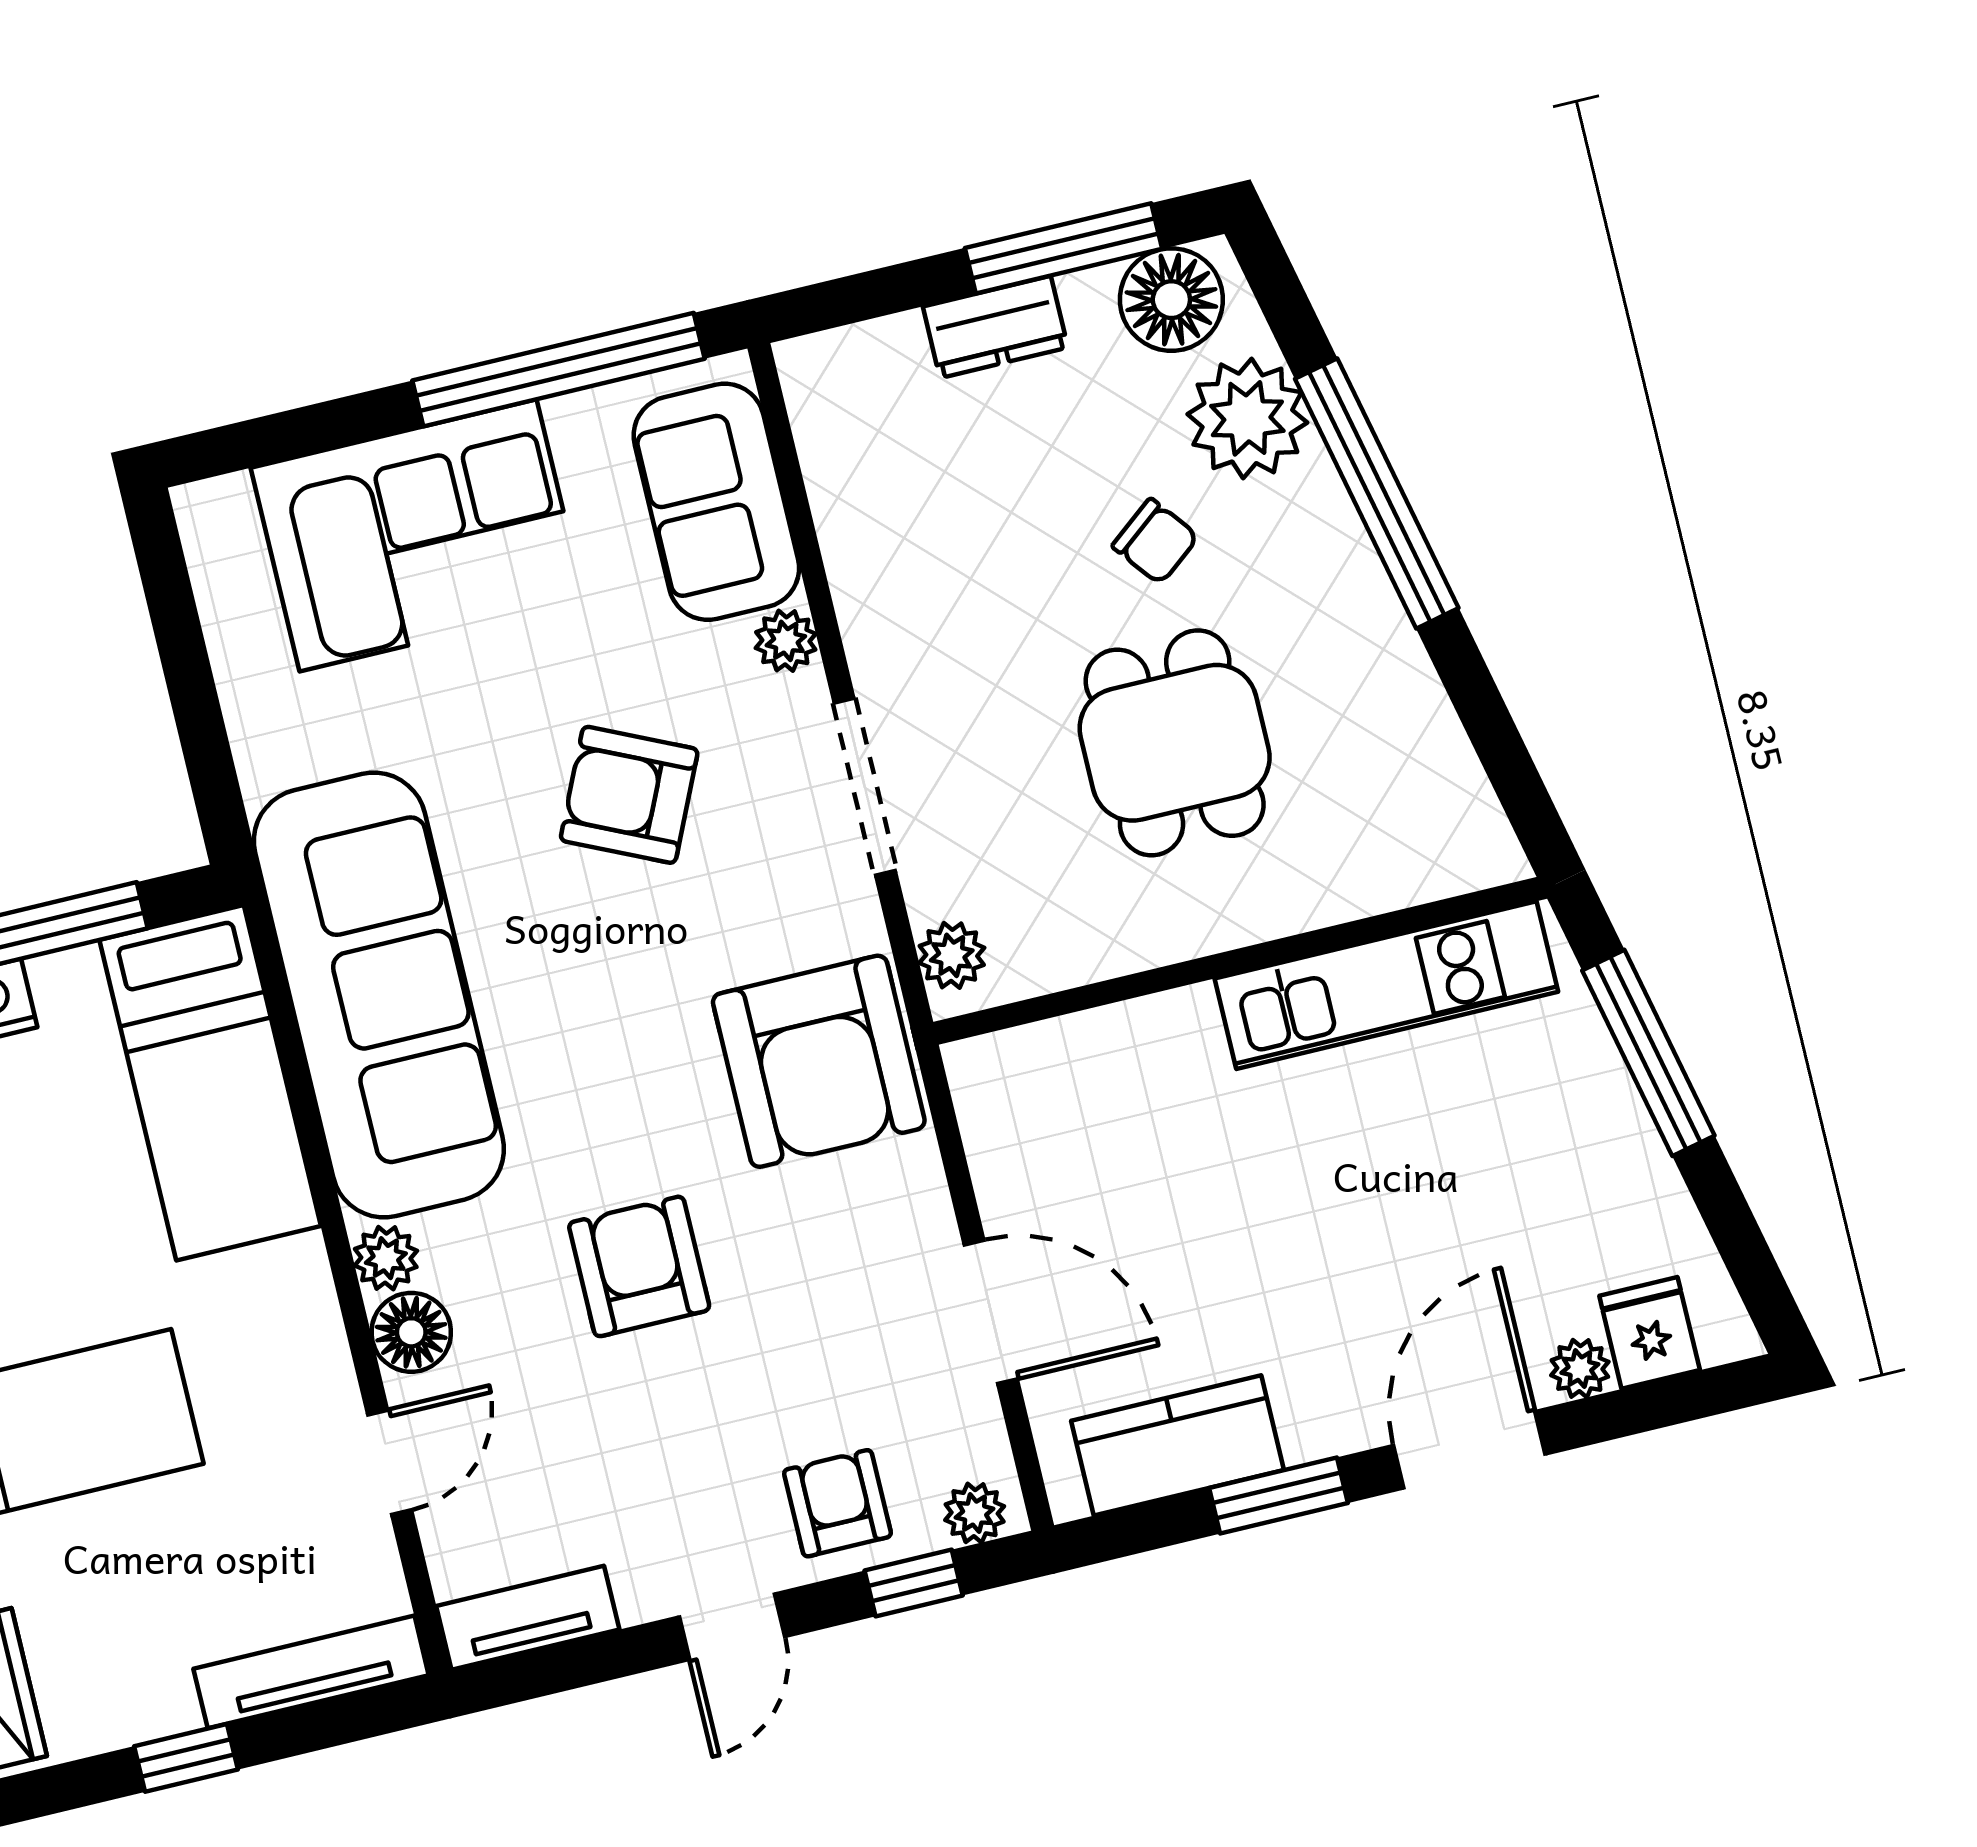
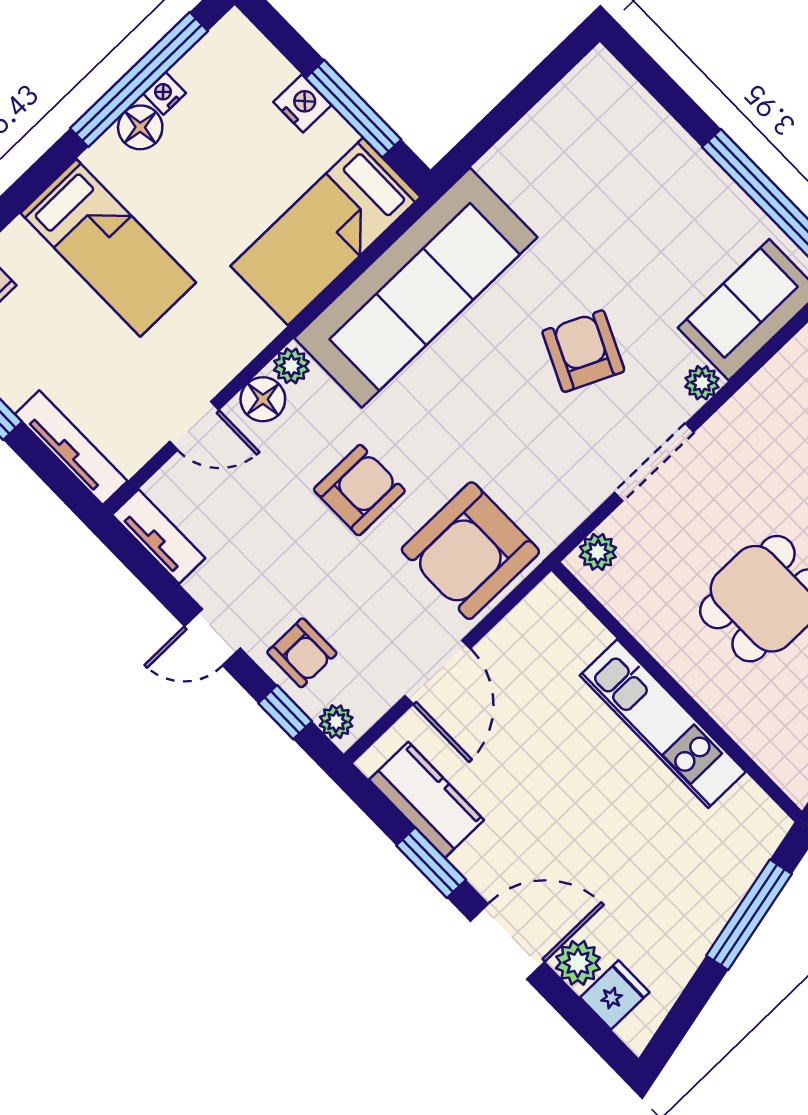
corner sofa: (418, 535) -> (648, 176), removed
kitchen unit: (1386, 985) -> (663, 724), moved
armchair: (819, 1061) -> (470, 551), moved
plant: (1580, 1369) -> (578, 963), width x1.38, depth x1.38
armchair: (837, 1503) -> (302, 653), turned 90

